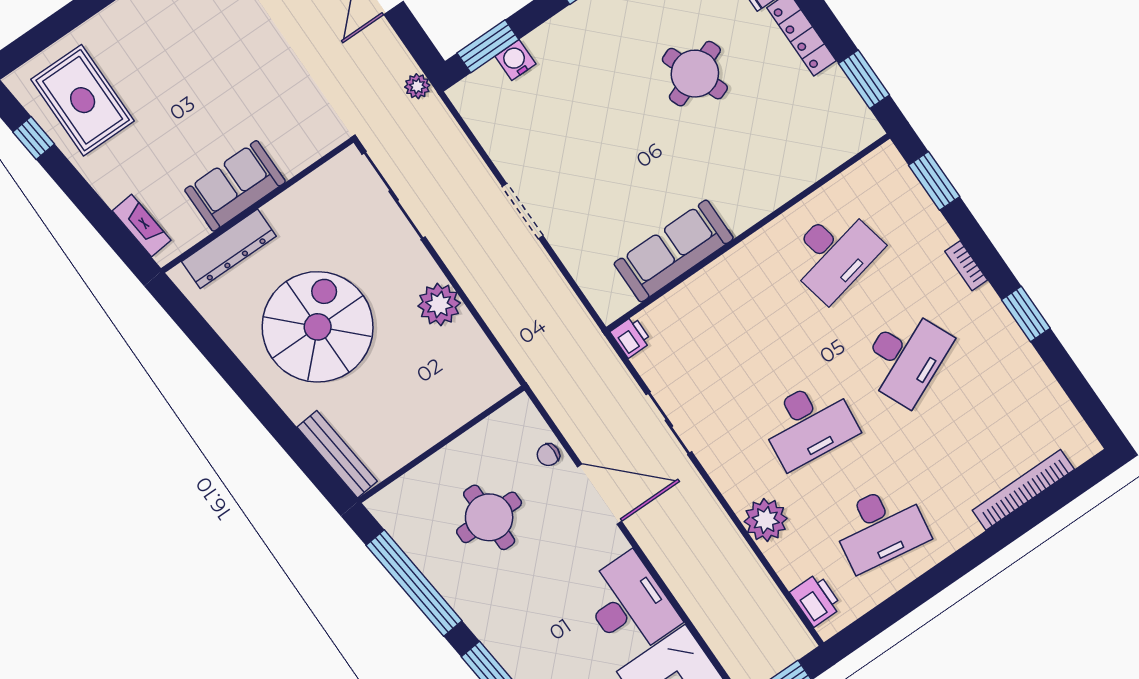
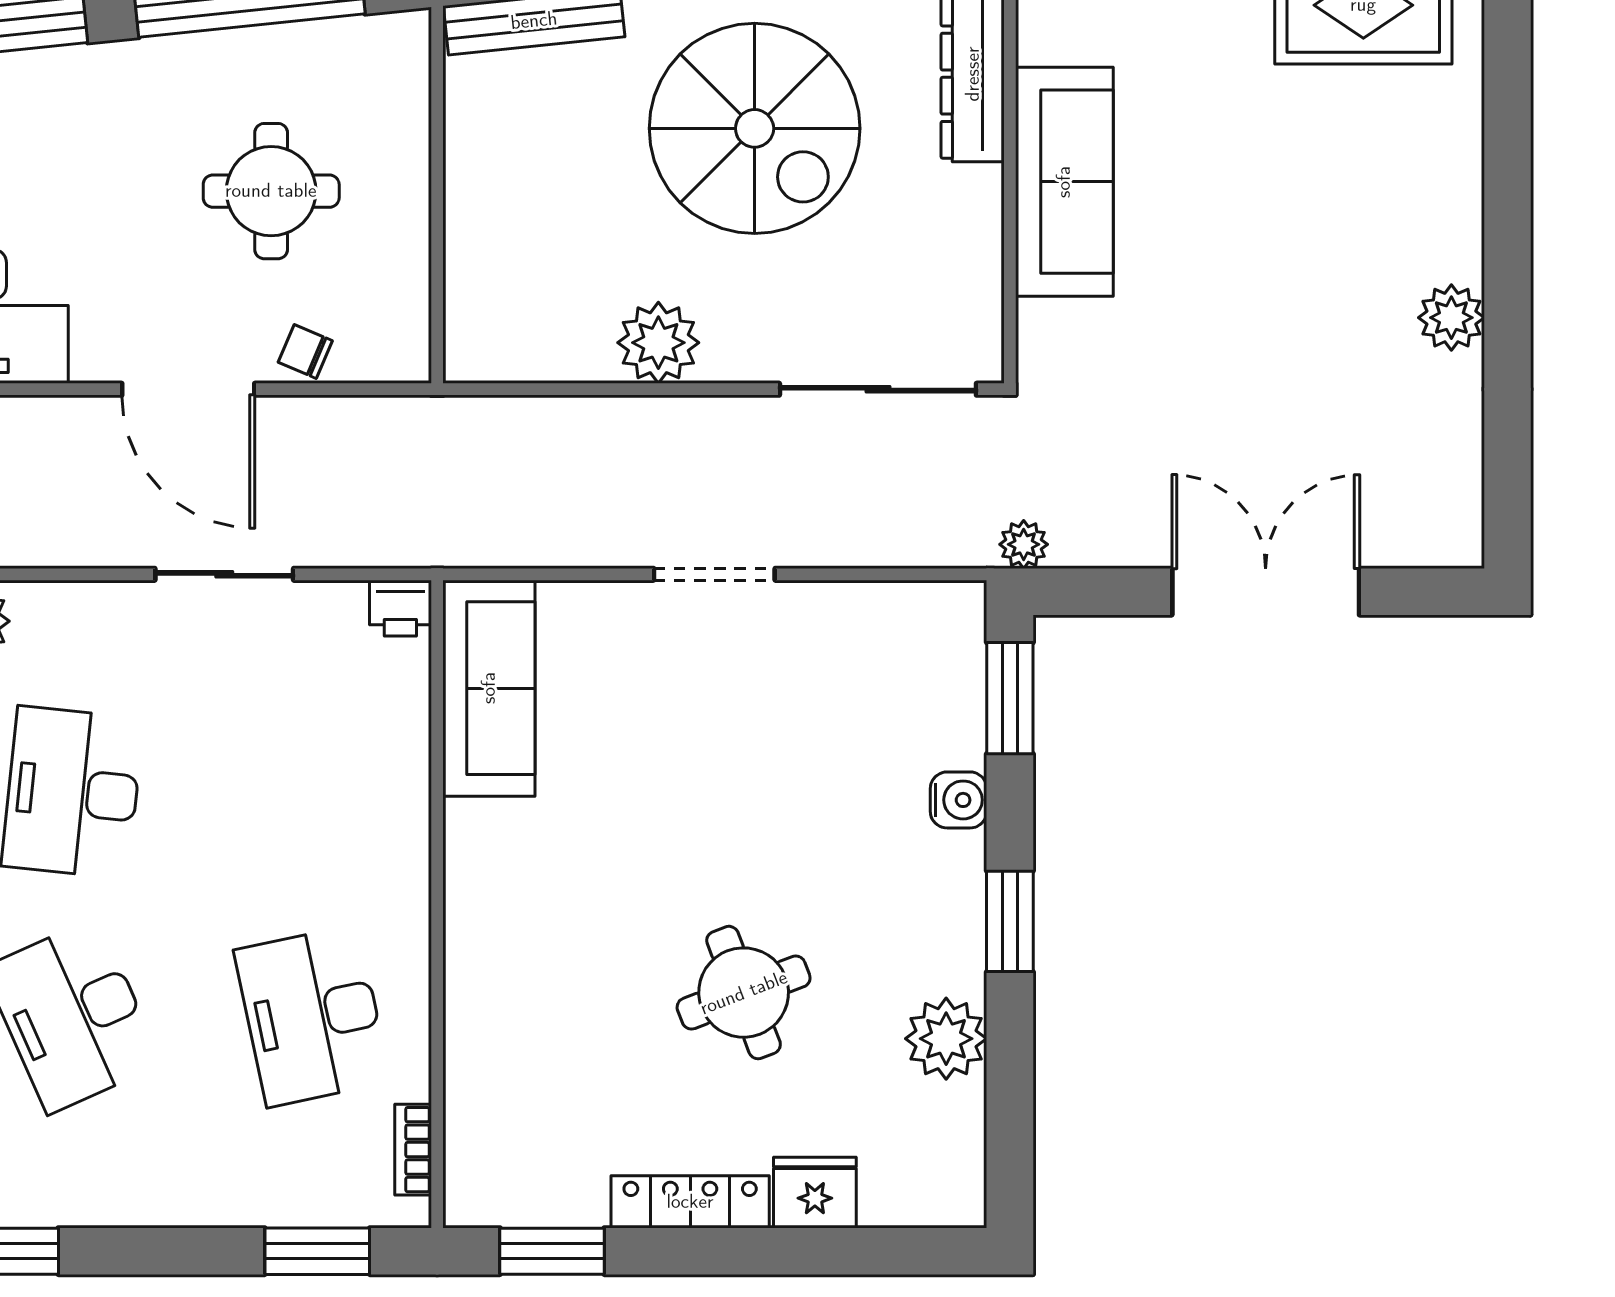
water cooler: (515, 60) -> (959, 800), moved
sofa: (235, 186) -> (1064, 182), width x1.36
sofa: (674, 251) -> (489, 688), moved
bookcase: (966, 266) -> (413, 1150), moved, turned -90
chair: (548, 455) -> (305, 351), turned -67
door: (600, 494) -> (188, 389), hinge flipped

